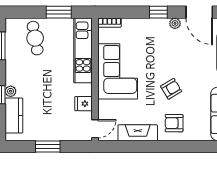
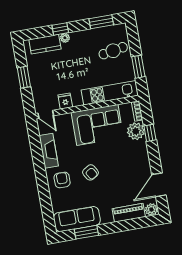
window: (158, 12) -> (150, 133), moved
plant: (175, 23) -> (136, 131), moved, width x1.87, depth x1.87

